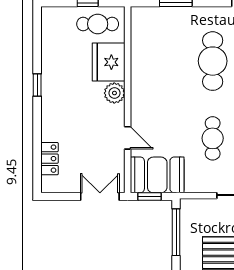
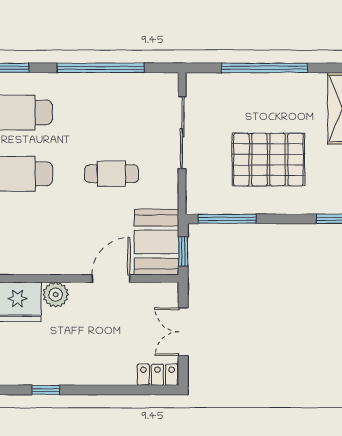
door: (128, 138) -> (111, 278), width x1.38
locker: (49, 159) -> (157, 375), moved
double door: (100, 197) -> (183, 332), moved

